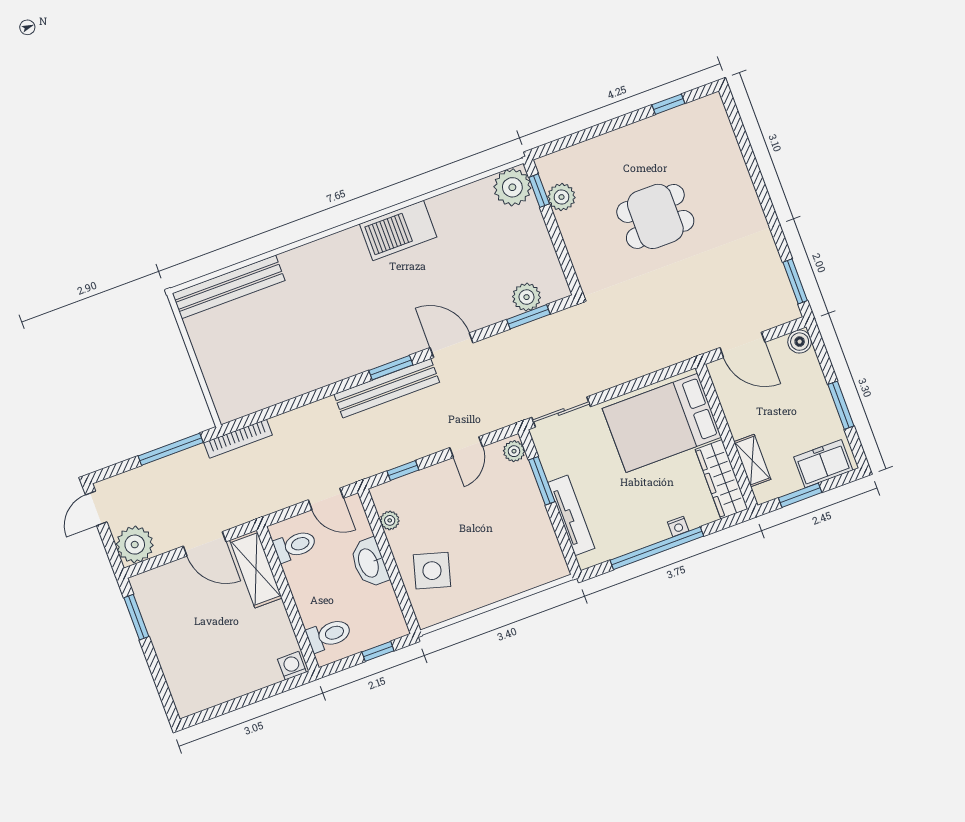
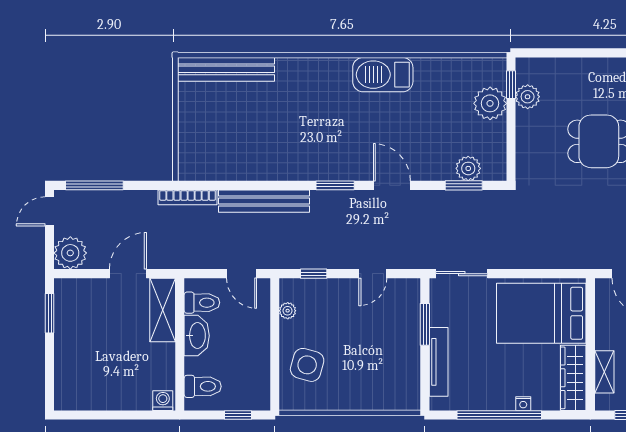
plant: (512, 187) -> (490, 103), moved
bench: (387, 388) -> (264, 201), moved
window: (171, 449) -> (94, 185), moved
plant: (514, 451) -> (411, 292), removed
door: (205, 544) -> (128, 274), swing flipped
washbasin: (369, 563) -> (197, 336), moved, turned 180

